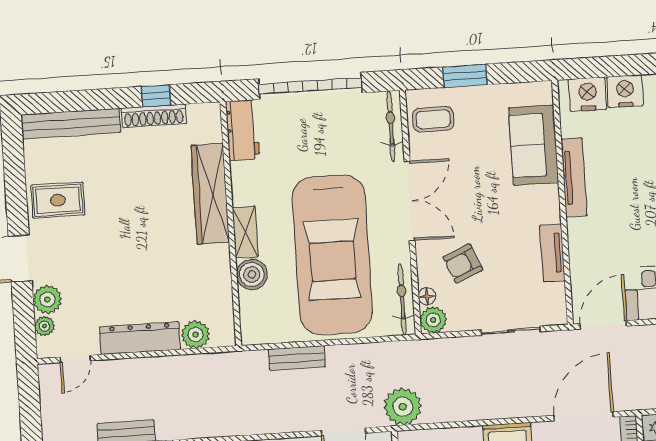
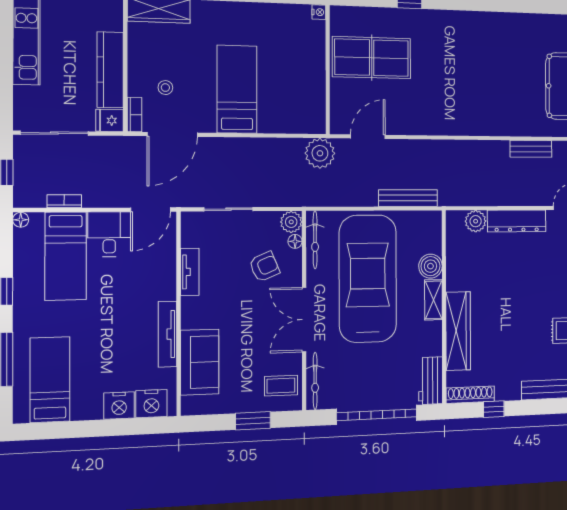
shoe rack: (154, 116) -> (470, 395), moved
bench: (297, 358) -> (408, 198), width x1.36

